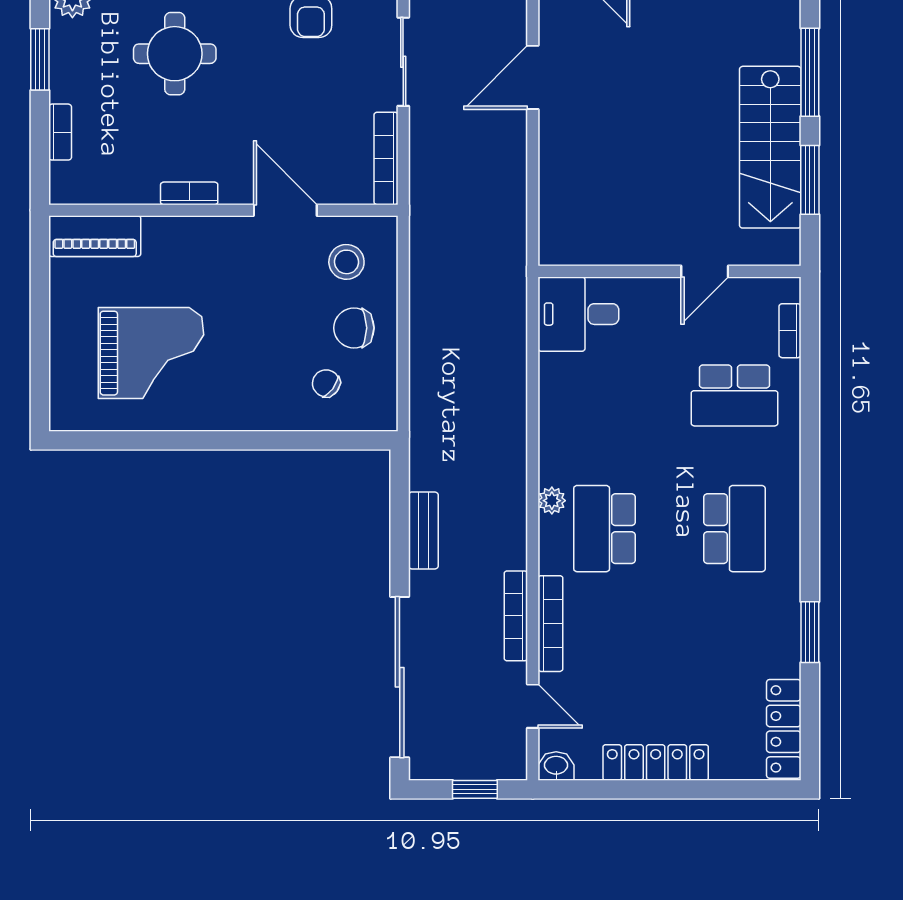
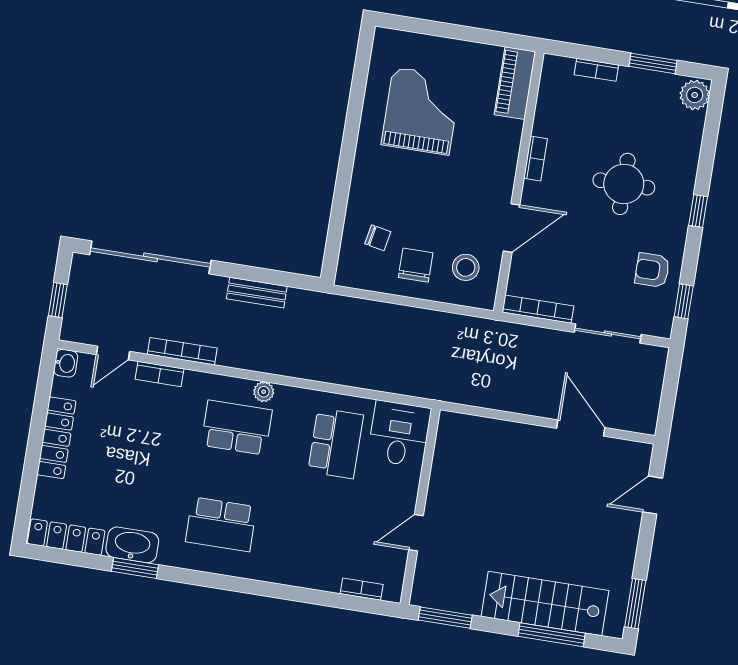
round table: (175, 54) -> (624, 184), moved
stairs: (770, 147) -> (545, 603), moved
window: (810, 180) -> (445, 618), moved
door: (705, 271) -> (416, 533), hinge flipped
grand piano: (151, 353) -> (421, 111), turned 180
chair: (326, 383) -> (378, 238), turned 64
school desk: (734, 395) -> (336, 443), moved, turned 180
bookcase: (550, 624) -> (159, 374), width x0.64
washbasin: (780, 641) -> (132, 545), added

